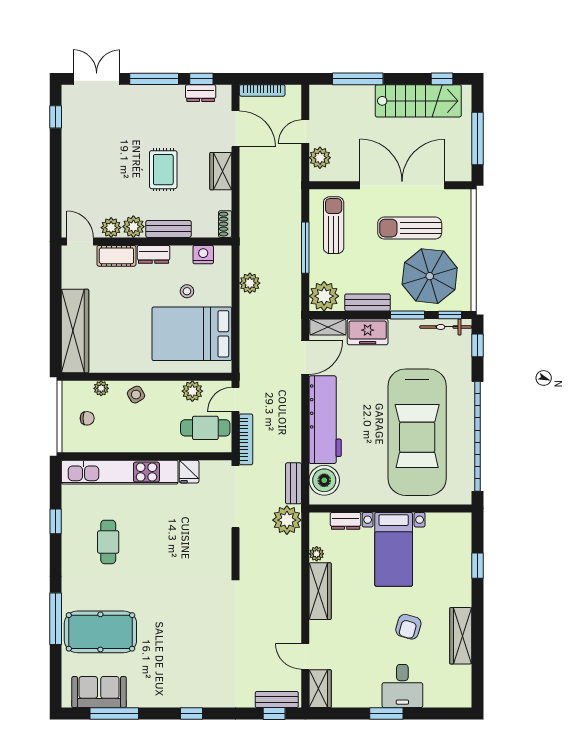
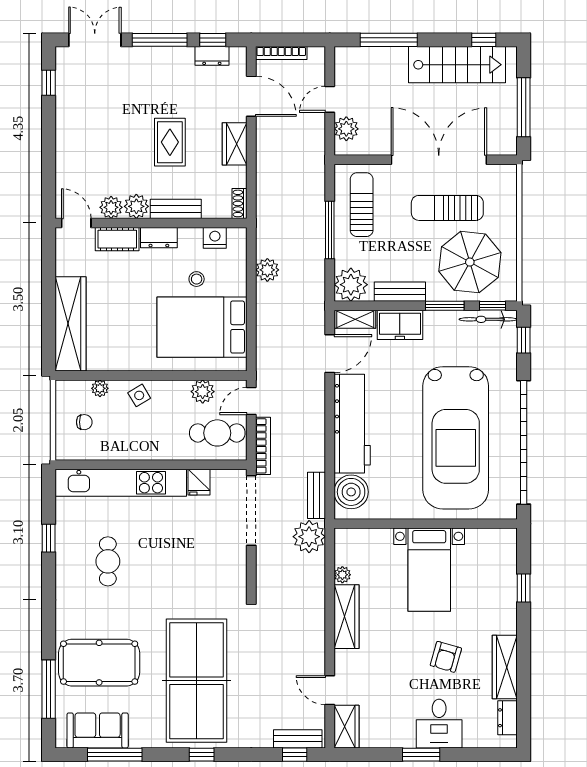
dresser: (346, 521) -> (507, 718), moved, turned 90
window: (56, 619) -> (49, 689), moved
table tennis table: (187, 648) -> (196, 681), added

